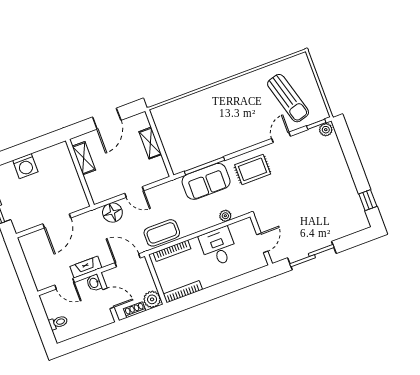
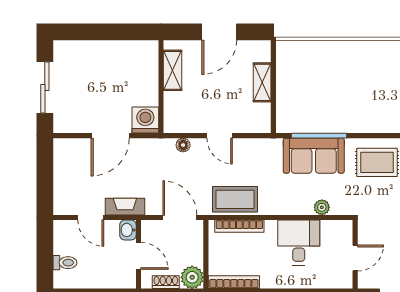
washing machine: (25, 166) -> (145, 120), moved, turned 180
floor lamp: (112, 212) -> (183, 145), width x0.53, depth x0.53

